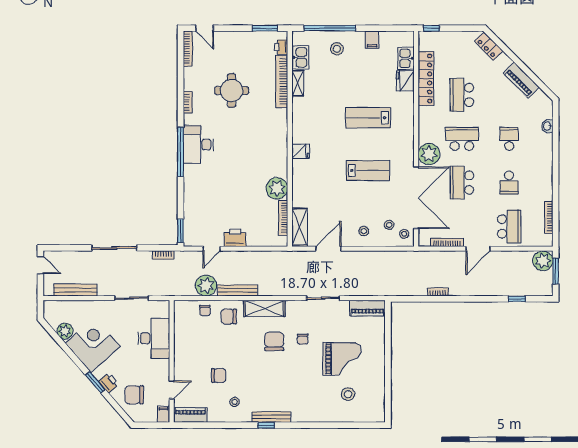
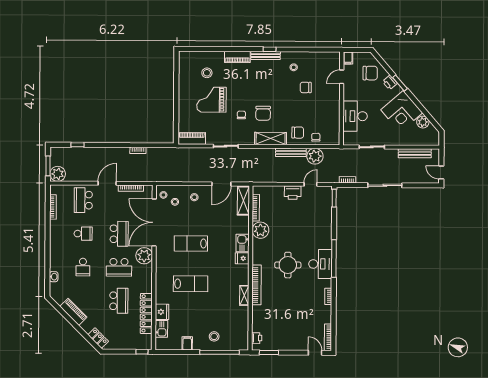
kitchen sink: (300, 57) -> (243, 243), moved
bookcase: (282, 81) -> (256, 285), moved
shelving: (298, 83) -> (244, 295), moved
round table: (232, 91) -> (288, 265), moved
school desk: (509, 183) -> (83, 234), turned 90
piano: (190, 415) -> (237, 57), moved

